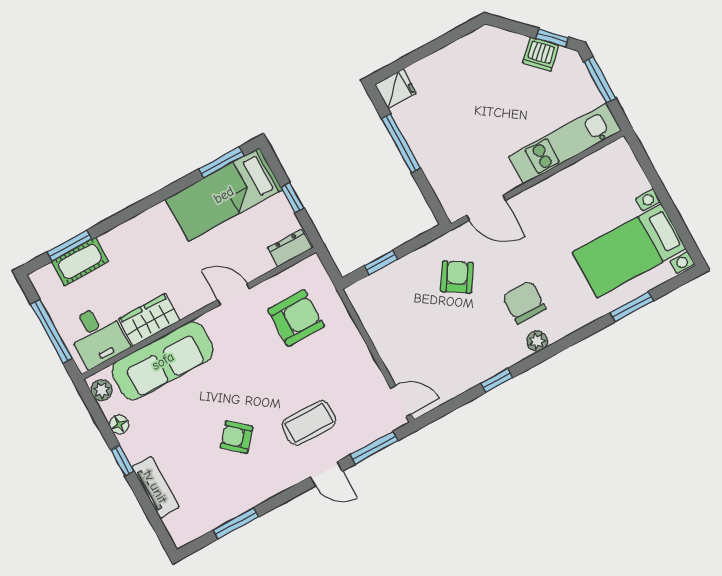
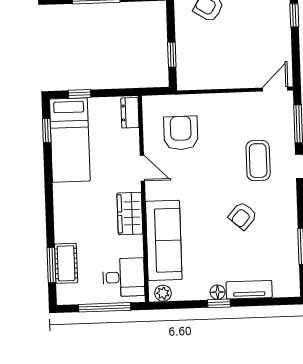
window: (222, 162) -> (47, 130), width x0.67
window: (292, 198) -> (80, 94), moved
door: (233, 294) -> (142, 168), swing flipped
wardrobe: (149, 320) -> (130, 213), moved
floor lamp: (119, 424) -> (218, 292), moved

